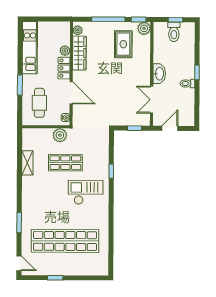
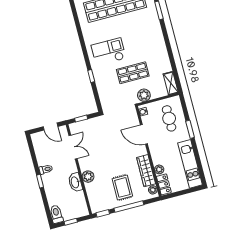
plant: (144, 28) -> (88, 177), moved
toilet: (174, 32) -> (56, 214), moved
rug: (123, 44) -> (122, 187), moved
locker: (64, 68) -> (164, 184), moved
washbasin: (159, 74) -> (75, 182), moved
door: (170, 128) -> (50, 127), hinge flipped
shelving: (27, 163) -> (171, 83), moved
checkout: (86, 192) -> (109, 52), turned 180

